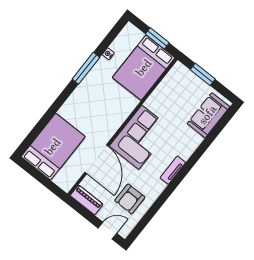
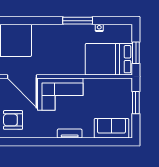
door: (97, 159) -> (22, 76), hinge flipped
tv unit: (173, 170) -> (70, 134), moved

